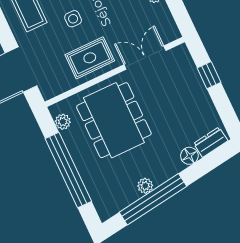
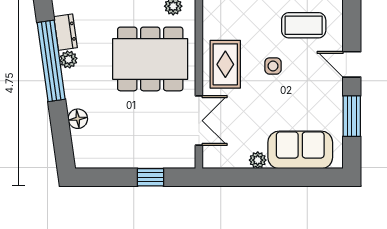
dresser: (211, 142) -> (66, 32), moved

